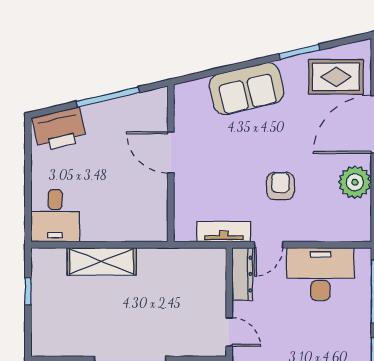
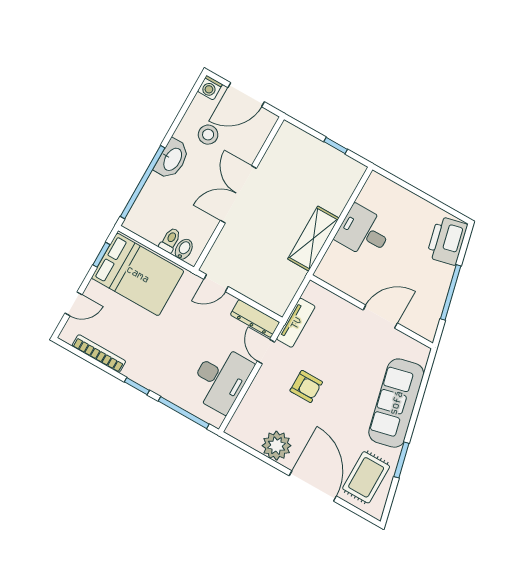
sofa: (246, 89) -> (396, 403), width x1.36
desk: (55, 216) -> (364, 232), moved
shelving: (102, 261) -> (313, 239), moved

